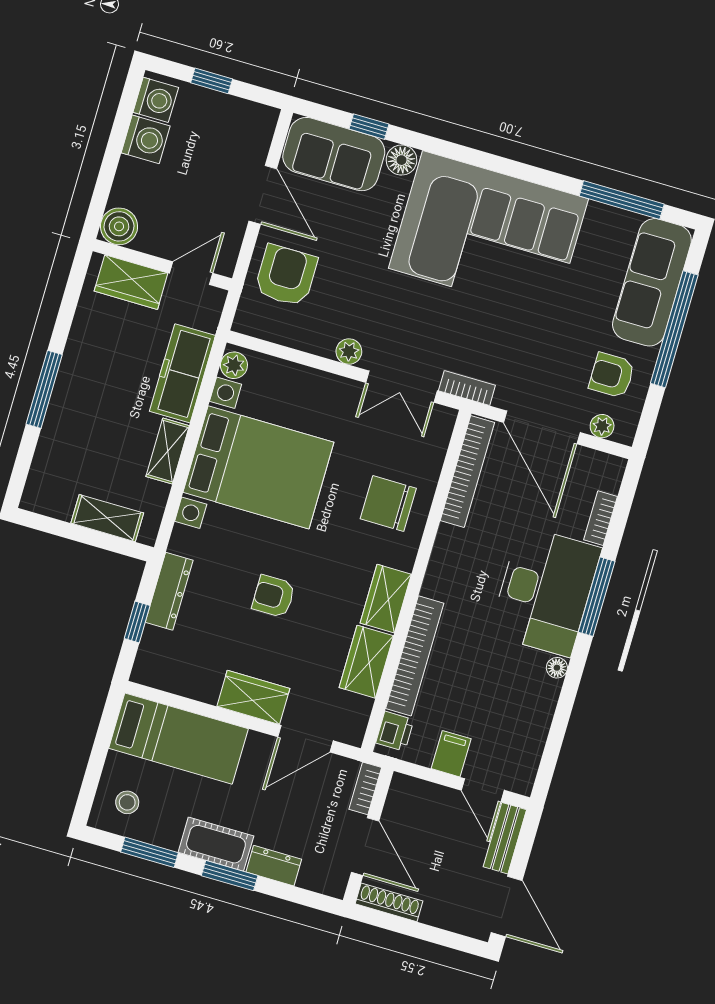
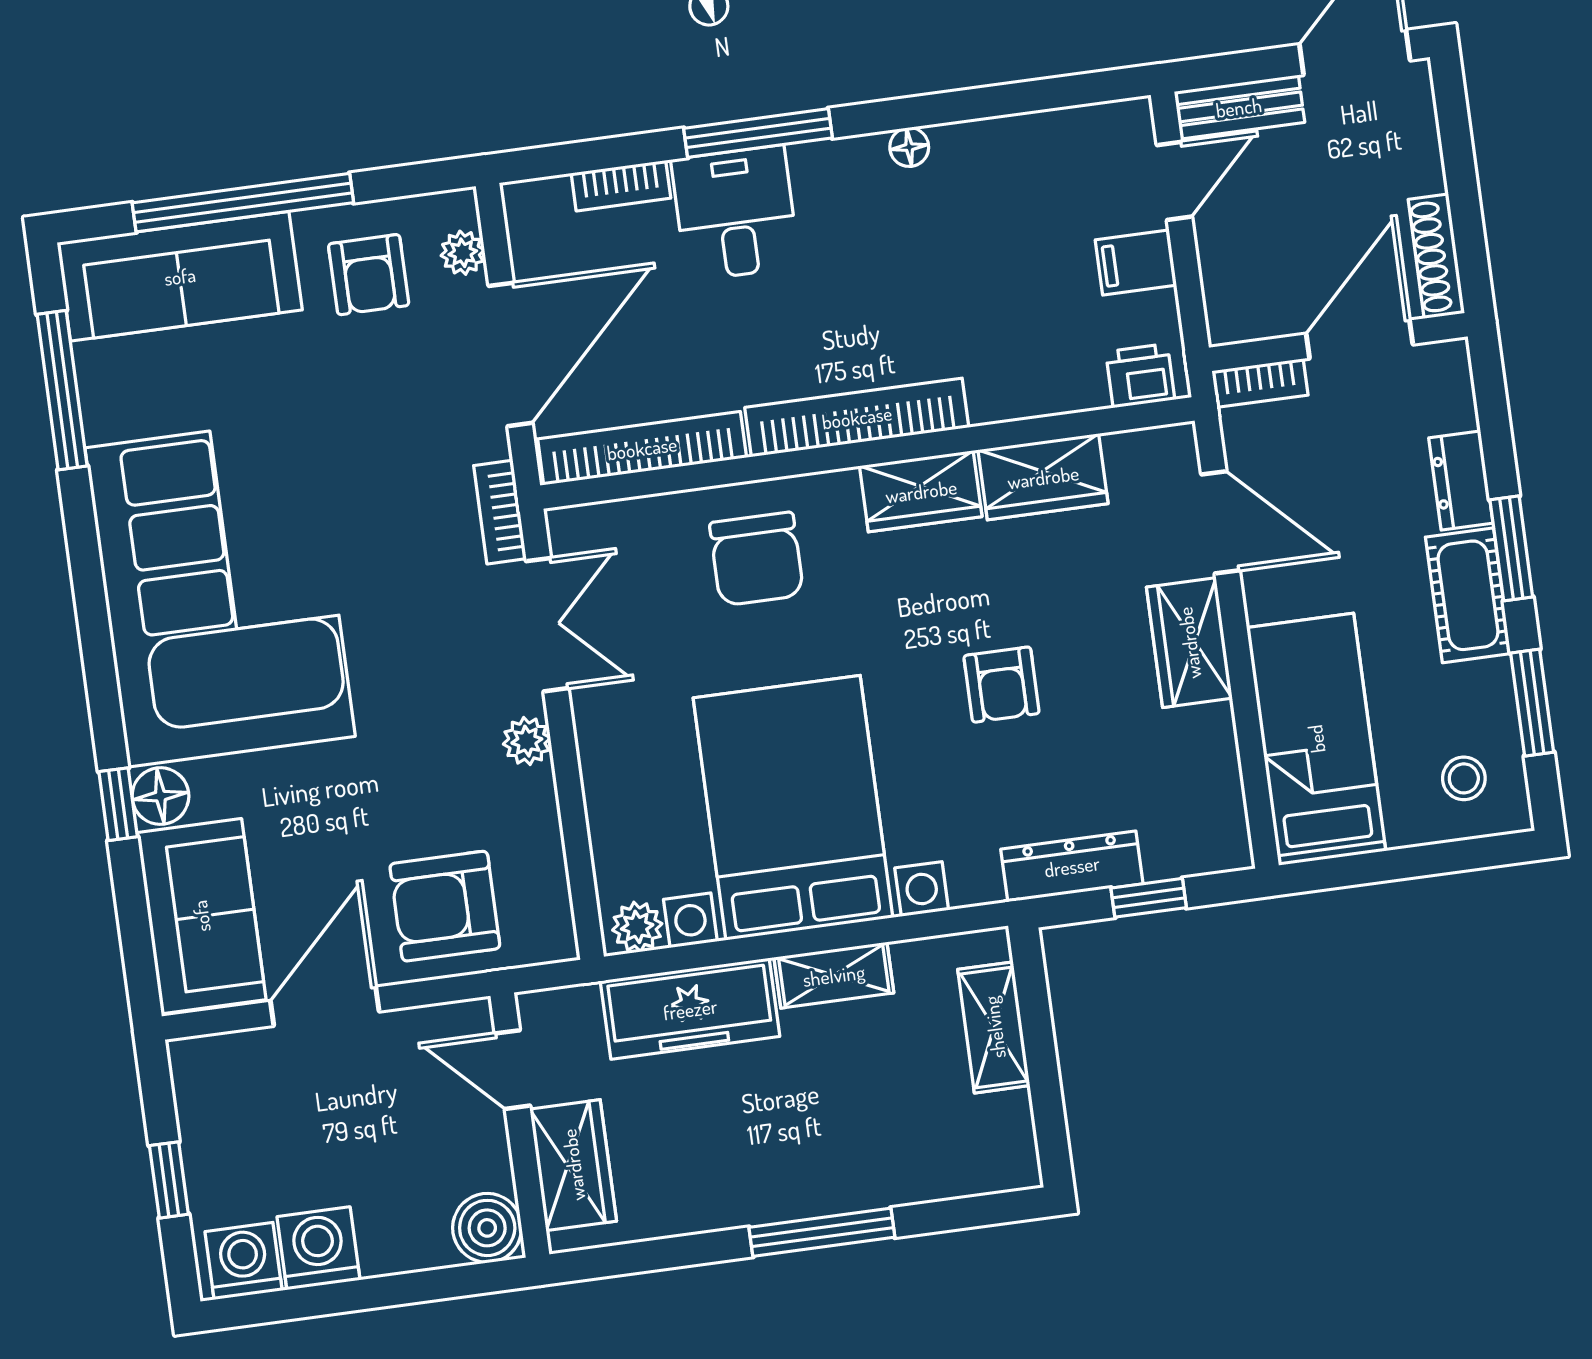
window: (369, 127) -> (118, 804), moved
desk: (545, 591) -> (735, 213), width x0.53, depth x0.77
bookcase: (415, 656) -> (857, 417), moved

